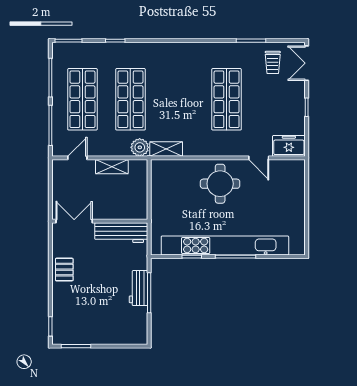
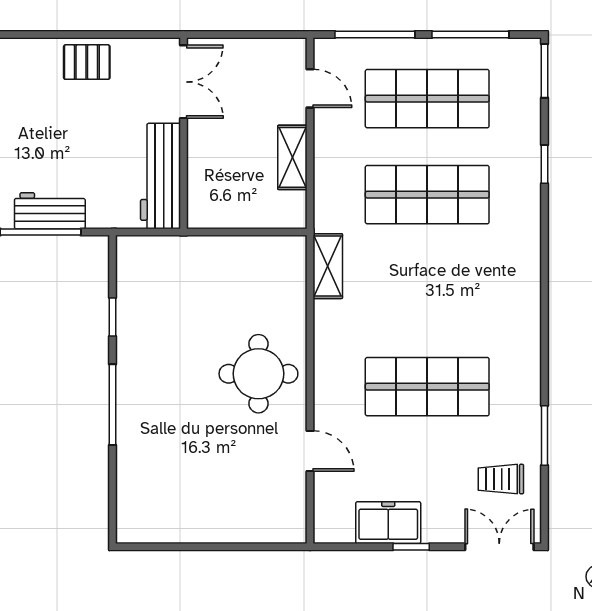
freezer: (289, 146) -> (388, 523), moved, turned -90
plant: (140, 147) -> (331, 213), removed
door: (259, 158) -> (310, 451), swing flipped
kitchen unit: (225, 246) -> (135, 383), removed

